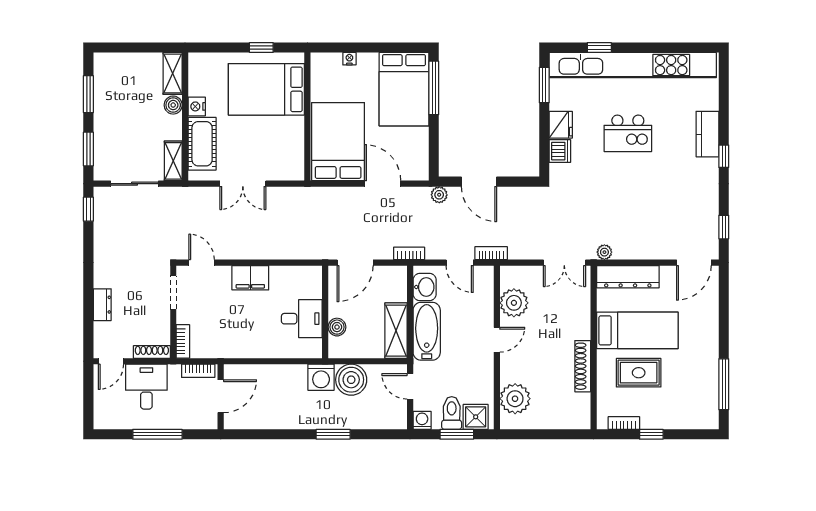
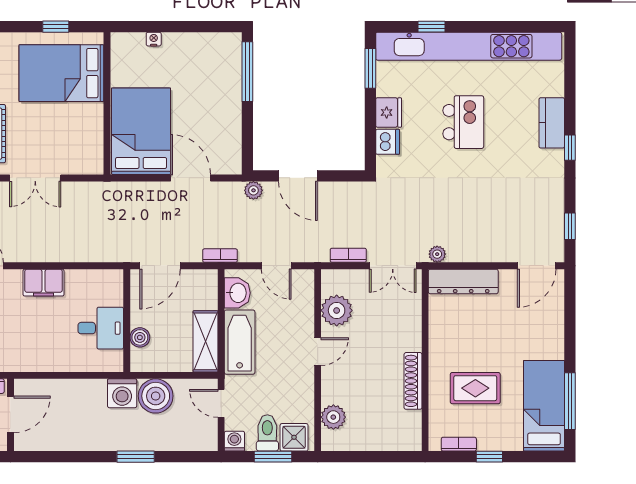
bed: (404, 89) -> (214, 73), removed
kitchen island: (628, 133) -> (463, 122), turned -90
bookcase: (491, 253) -> (348, 255), moved
bed: (637, 330) -> (544, 406), moved, turned -90
plant: (515, 399) -> (333, 417), width x0.73, depth x0.73

